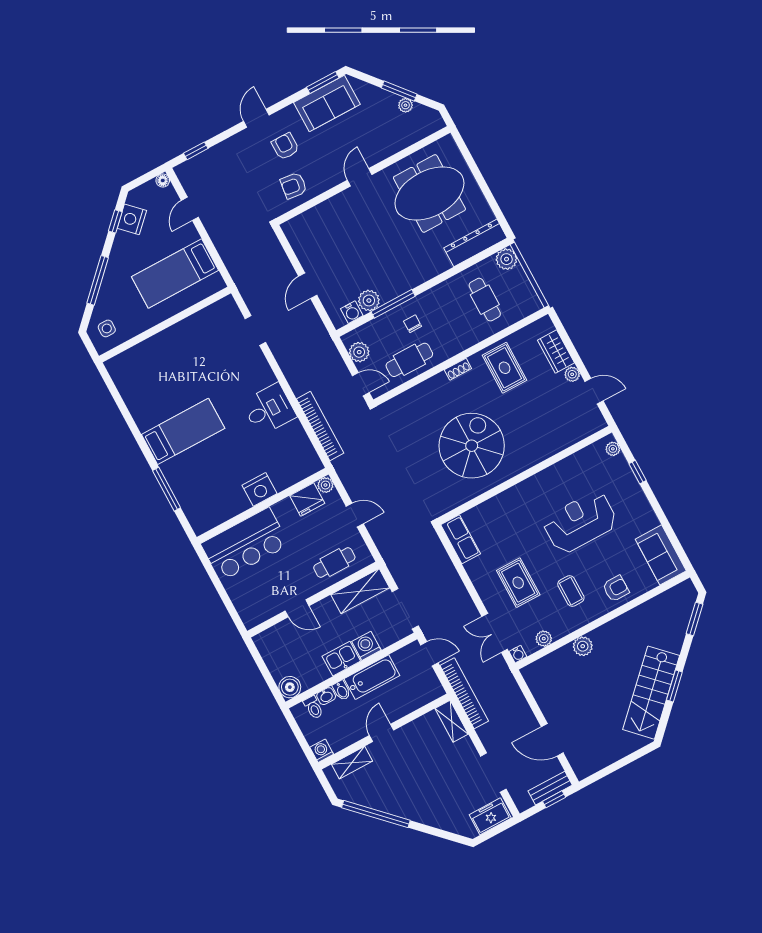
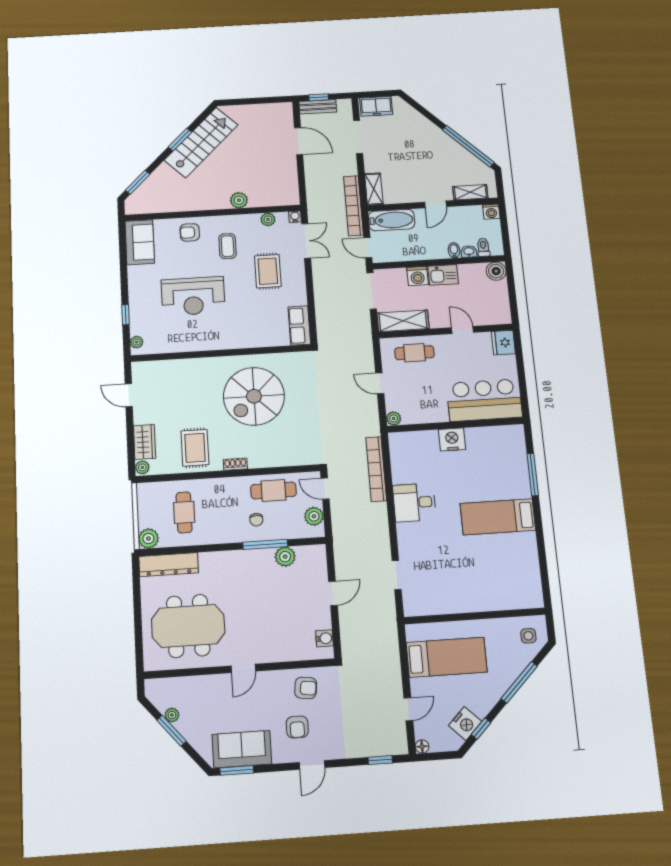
water cooler: (352, 312) -> (325, 638), moved, turned 90
plant: (572, 374) -> (142, 467), moved
fridge: (307, 499) -> (503, 343), moved, turned -90
bathtub: (372, 677) -> (392, 220), moved, turned 180

